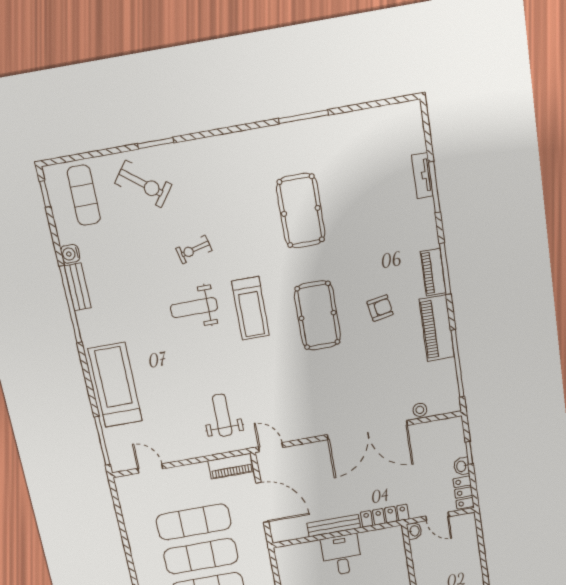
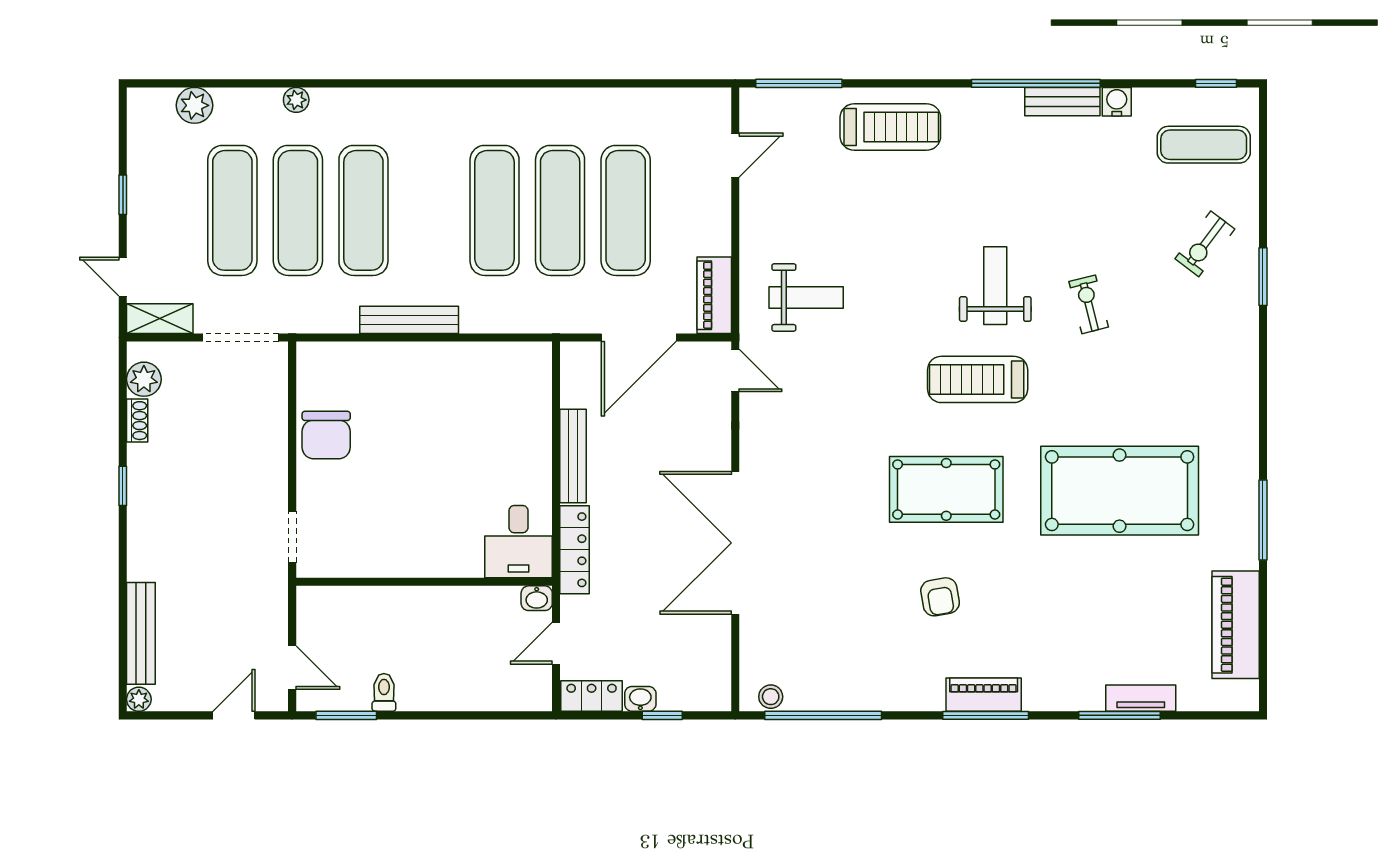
exercise bike: (143, 184) -> (1205, 244), width x0.73, depth x0.72
pool table: (301, 211) -> (1120, 491), width x1.36, depth x1.32
piano: (437, 328) -> (1236, 625), moved, turned -90
treadmill: (115, 385) -> (890, 127), width x0.73, depth x0.73
stool: (420, 410) -> (771, 697), moved
door: (271, 447) -> (735, 370), hinge flipped
desk: (341, 555) -> (518, 542), moved, turned 90

